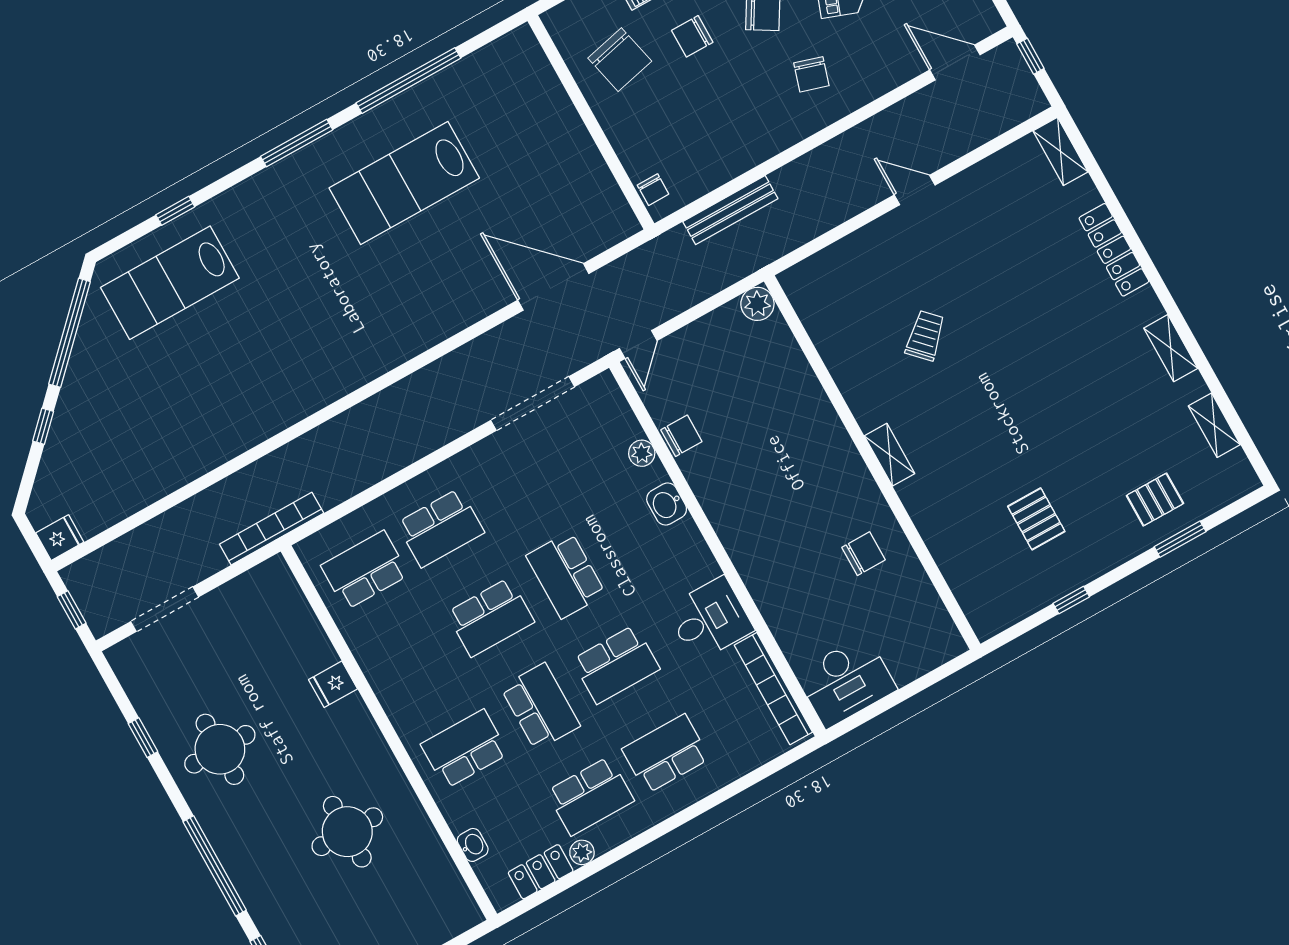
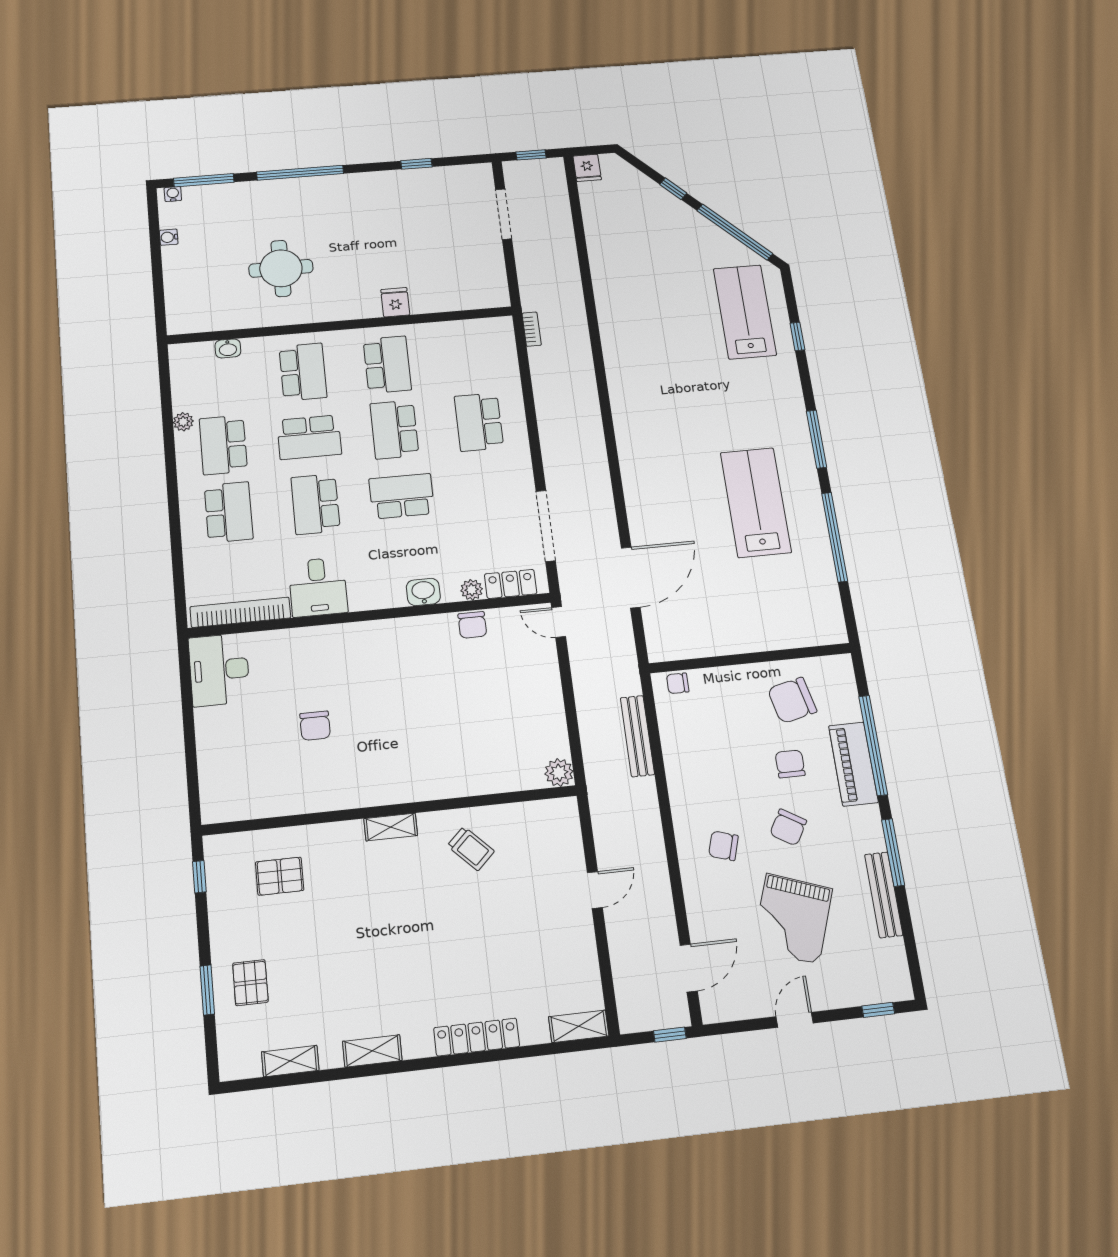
plant: (757, 304) -> (559, 773), moved
shelving: (890, 455) -> (391, 827), moved
wall: (872, 463) -> (390, 810), moved
bookcase: (272, 529) -> (532, 329), width x0.43, depth x0.76
school desk: (365, 570) -> (387, 365), moved
round table: (220, 749) -> (384, 209), removed
locker: (541, 872) -> (511, 584), moved, turned -90

